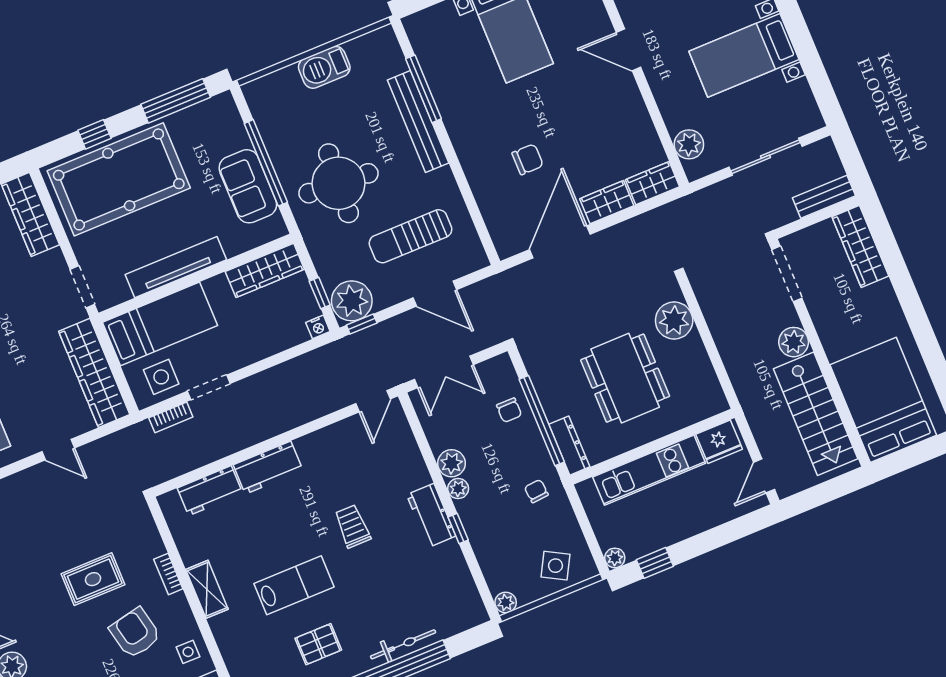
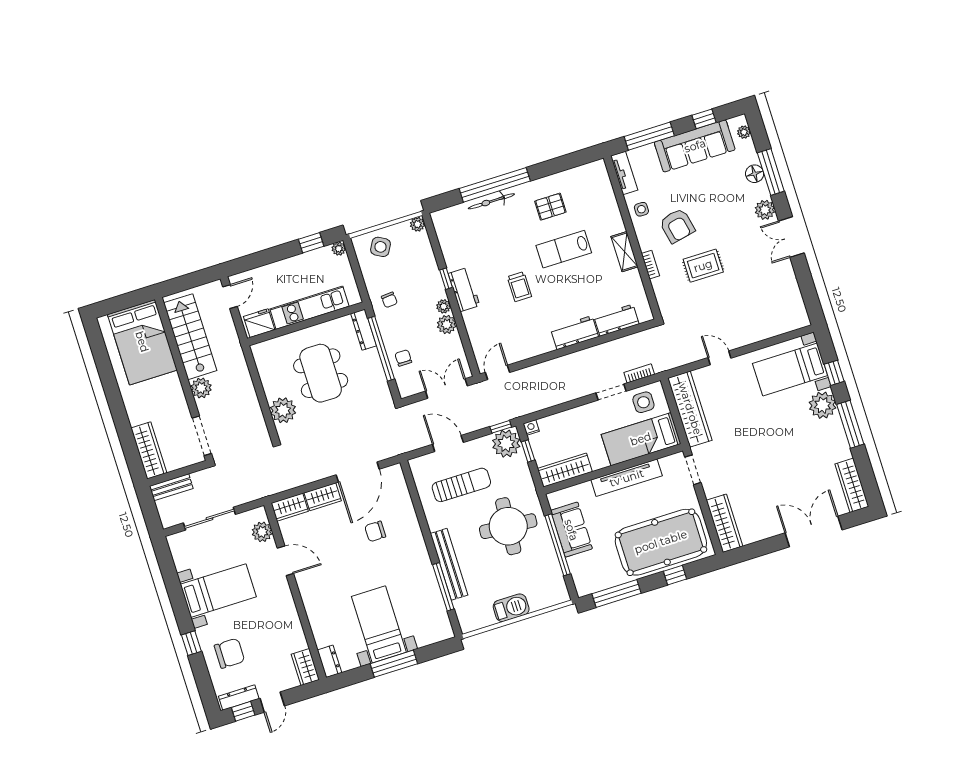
door: (628, 50) -> (285, 561), moved

